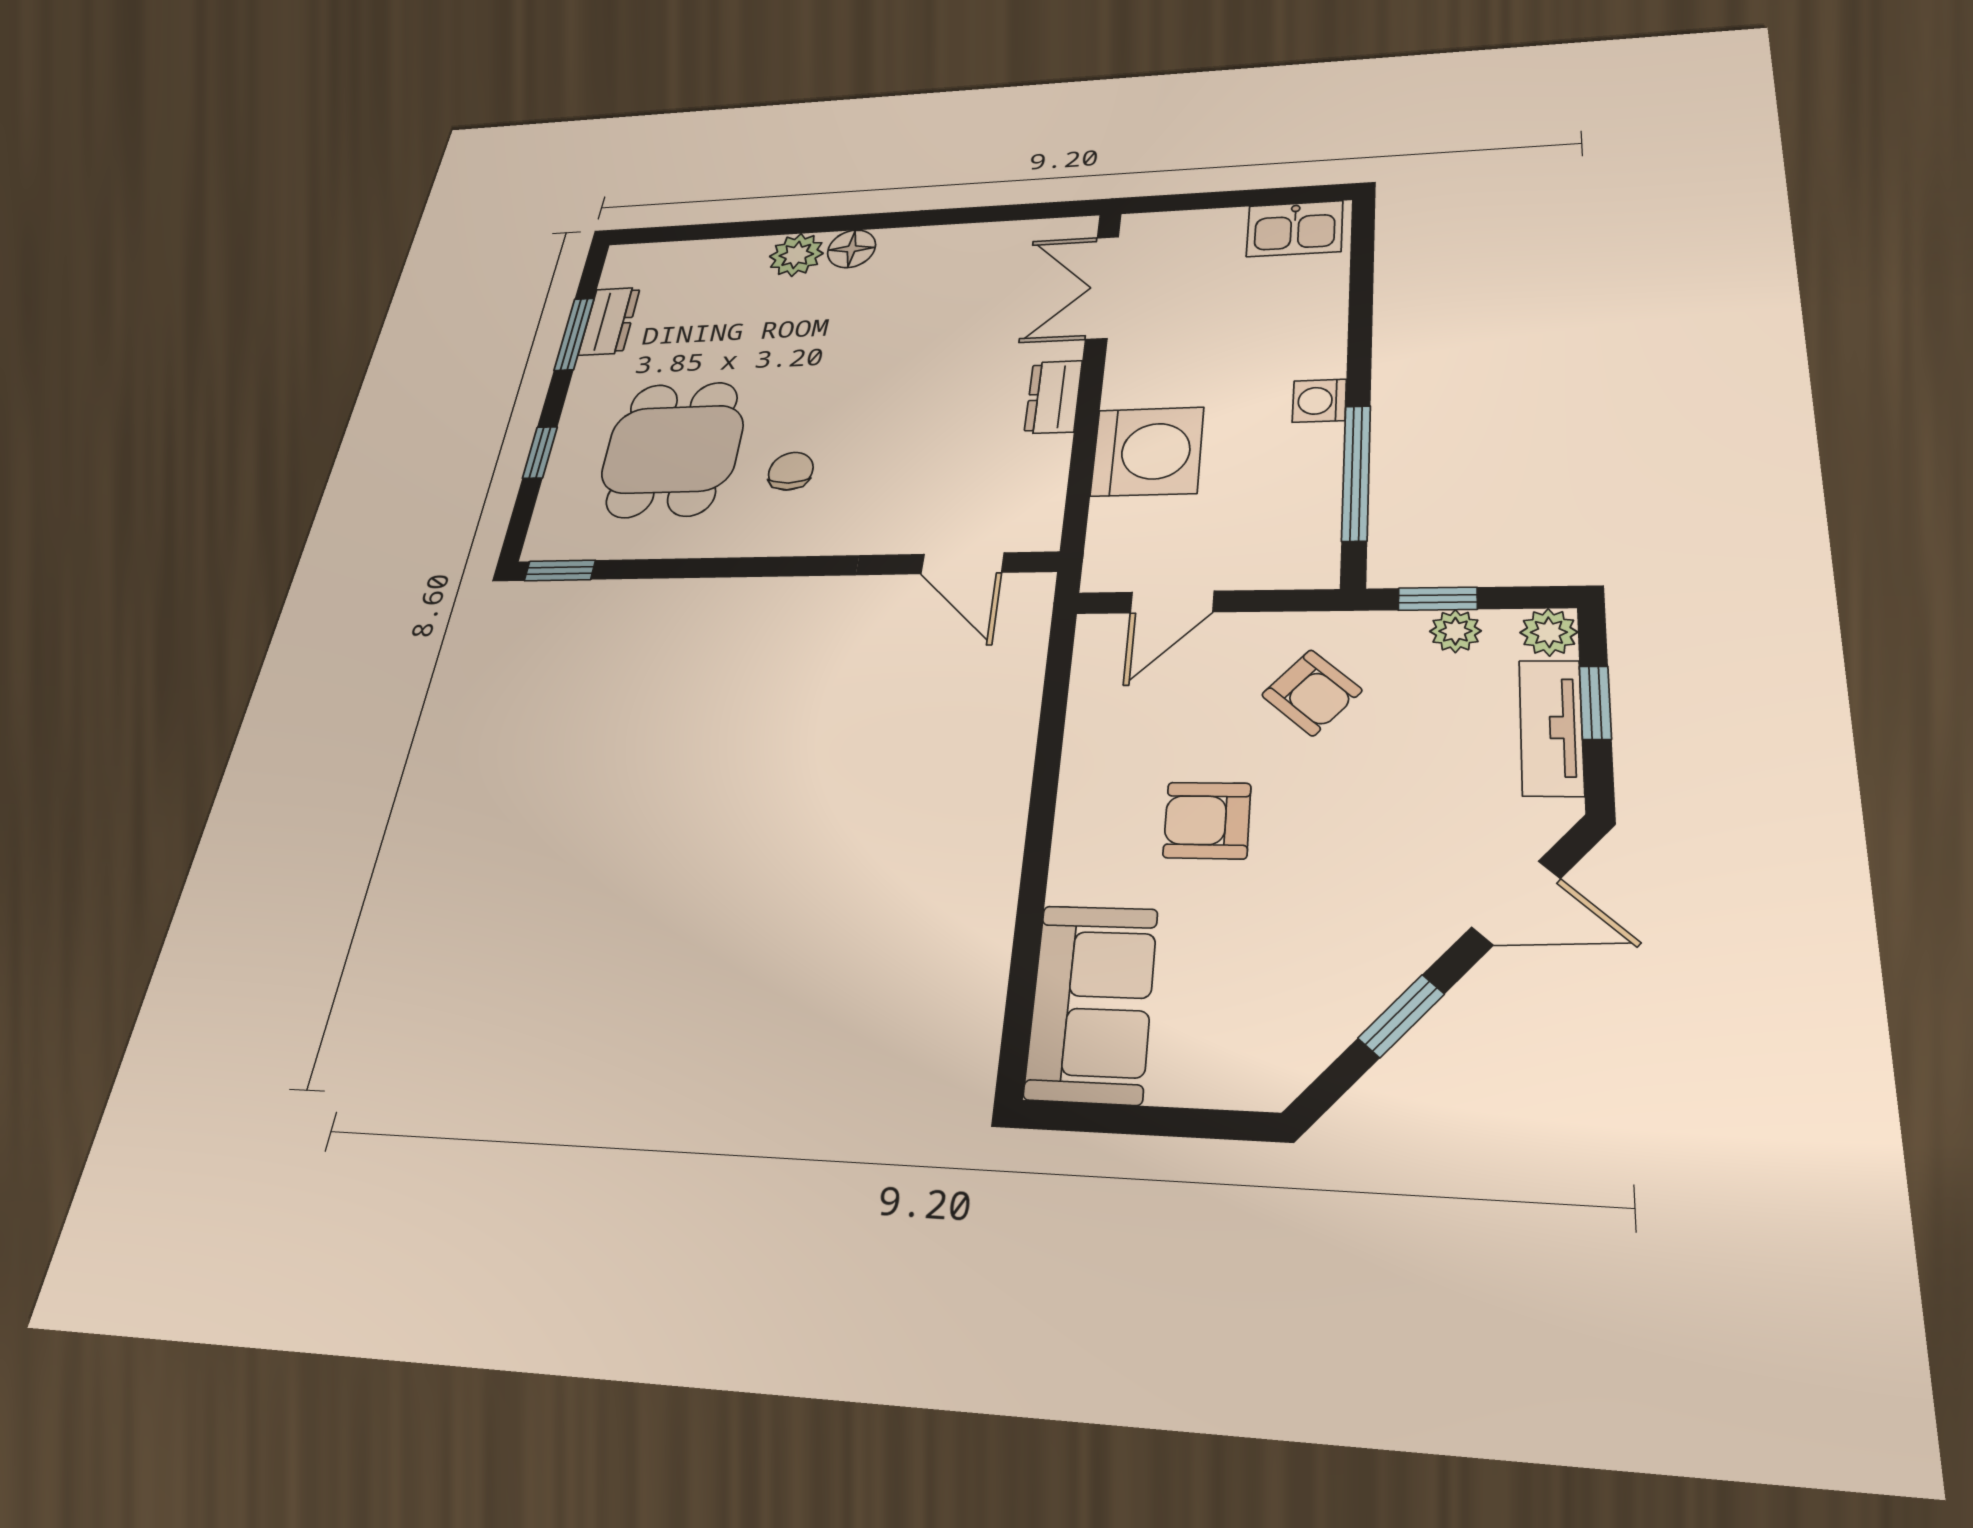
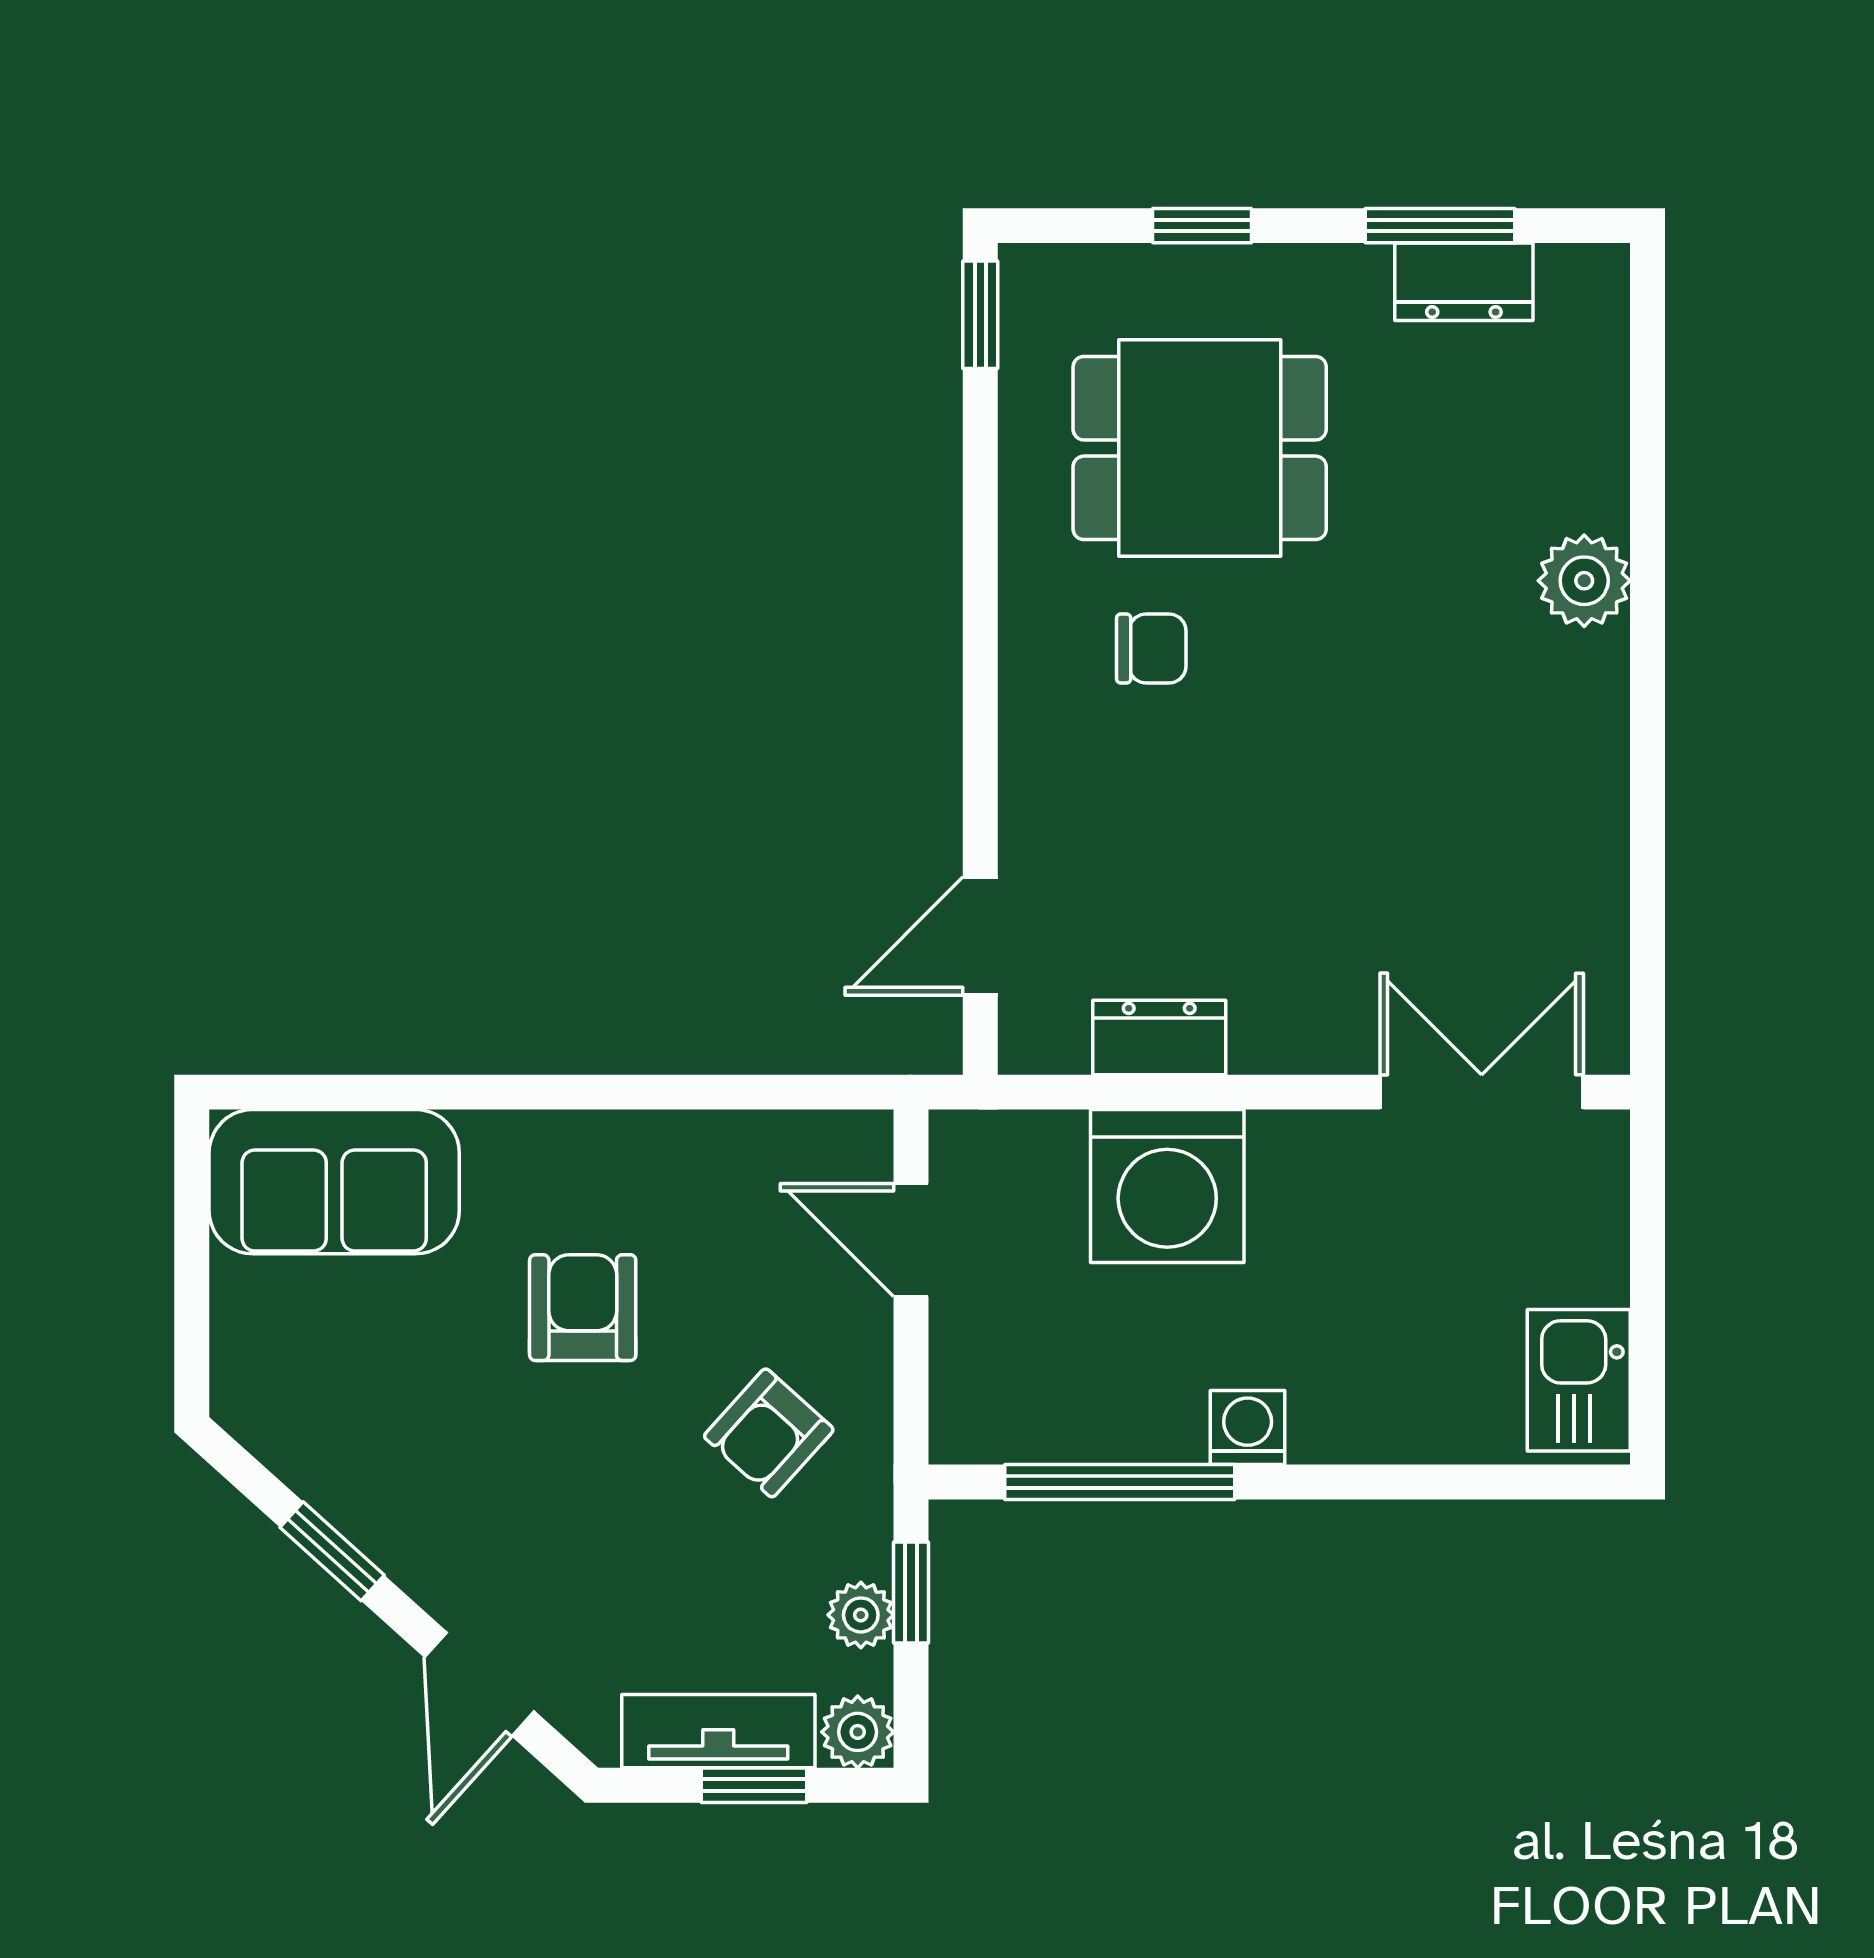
floor lamp: (852, 249) -> (1590, 673), removed
dresser: (1053, 397) -> (1159, 1037), moved

